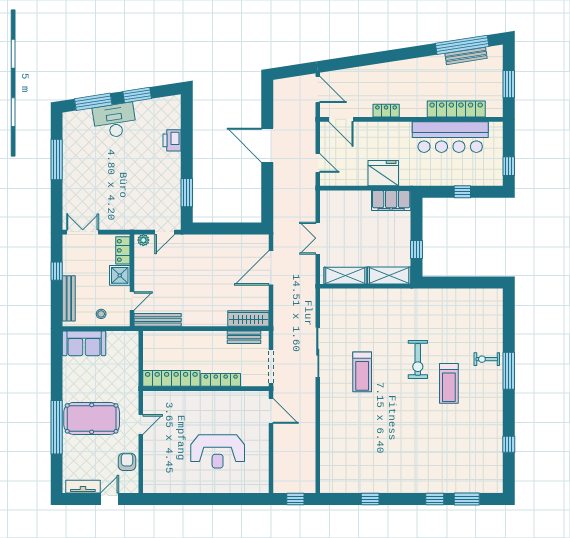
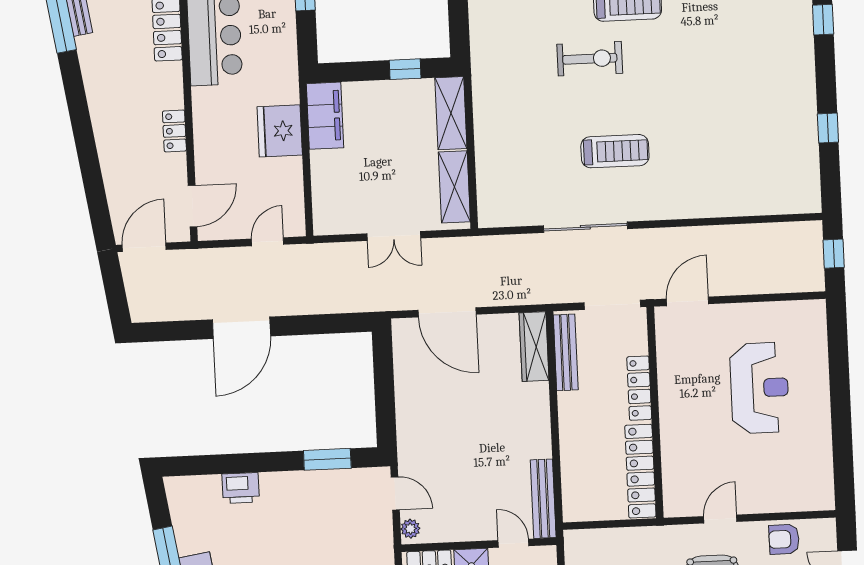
bench: (244, 337) -> (566, 352), width x1.36
door: (141, 425) -> (720, 519), hinge flipped

